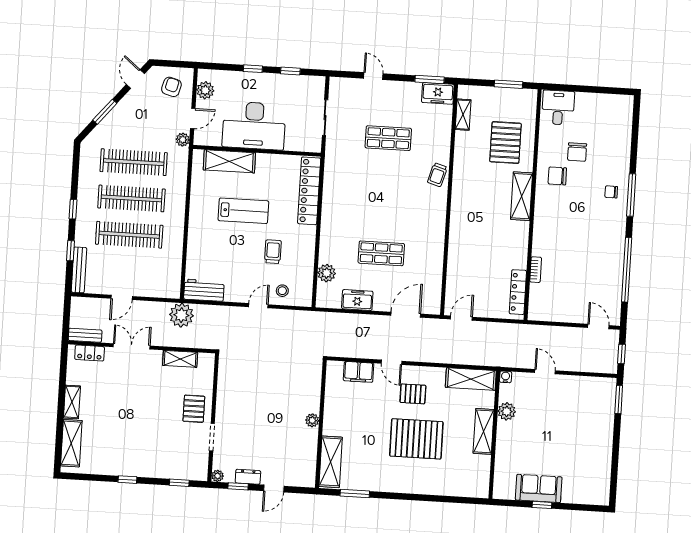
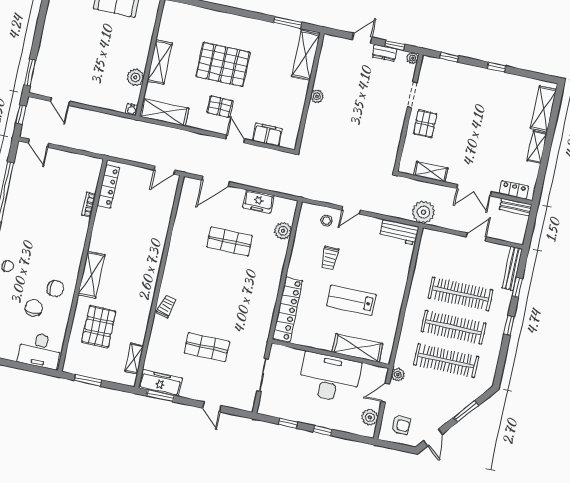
armchair: (171, 87) -> (401, 425), turned -105
freezer: (438, 93) -> (160, 383), width x1.40
desk: (558, 108) -> (40, 351), width x1.37
door: (545, 372) -> (60, 101), moved

